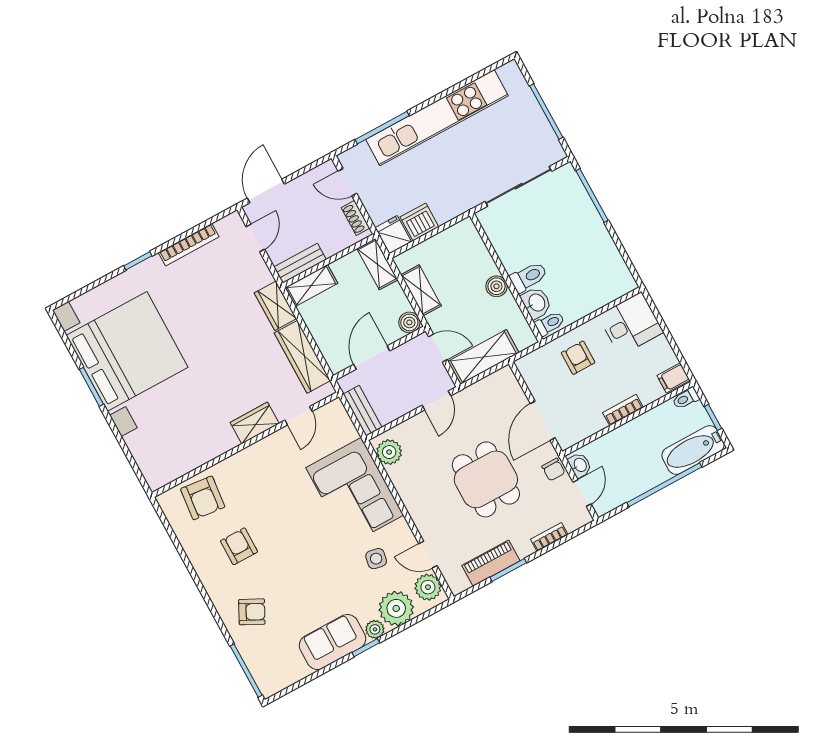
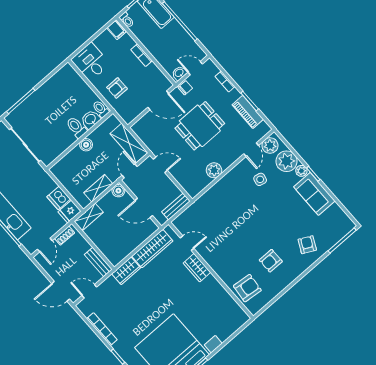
shelving: (311, 286) -> (110, 252), removed
plant: (389, 452) -> (214, 170), moved
corner sofa: (355, 491) -> (224, 201), removed

